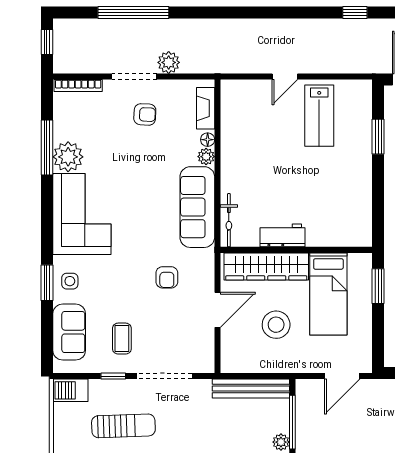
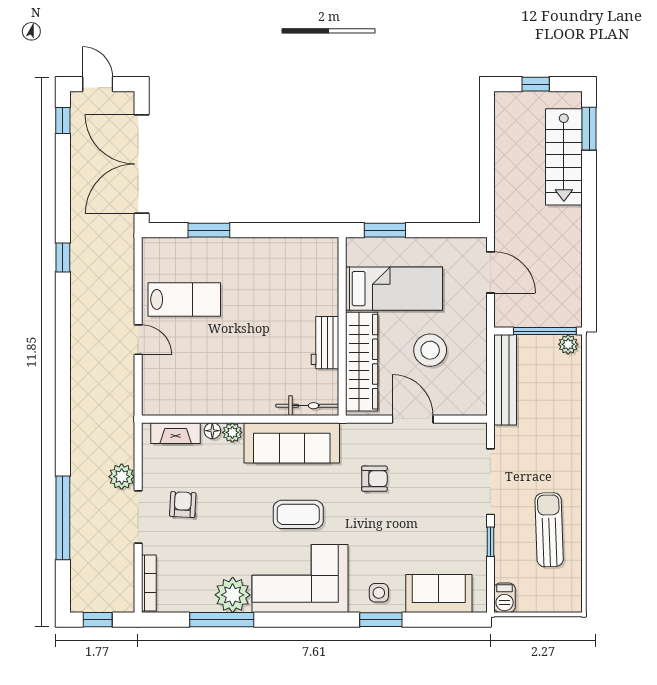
coffee table: (122, 339) -> (298, 514), moved, width x1.36, depth x1.30
barbecue: (70, 390) -> (505, 598), width x0.73, depth x0.79

